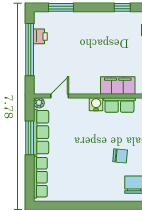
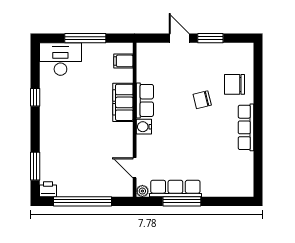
printer: (40, 36) -> (48, 189), moved
chair: (120, 156) -> (202, 100), turned -109
row of seats: (40, 177) -> (246, 127), moved, turned -90

